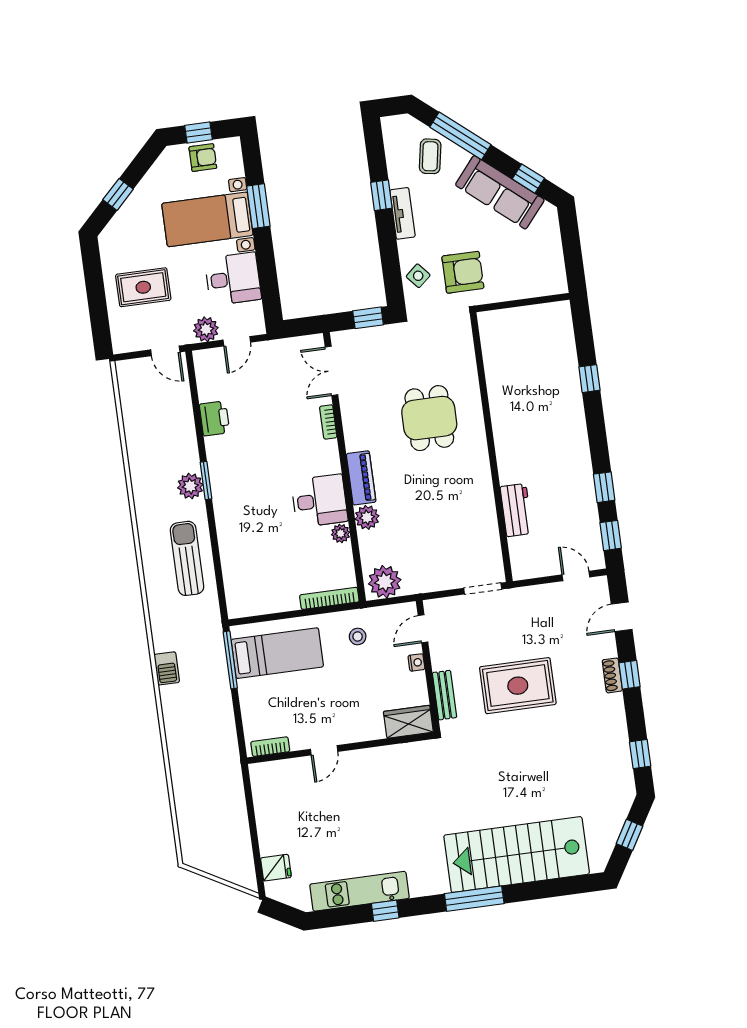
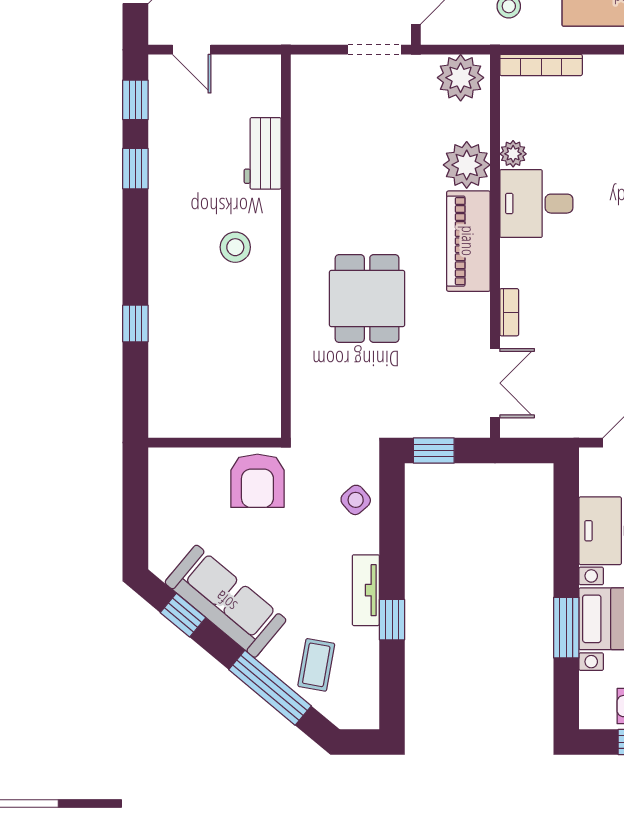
armchair: (463, 272) -> (257, 481), moved, turned -90
stool: (527, 442) -> (235, 247), added
piano: (361, 478) -> (468, 241), width x1.37, depth x1.33
plant: (367, 517) -> (467, 165), width x1.36, depth x1.36
doorway: (483, 589) -> (374, 50), moved

